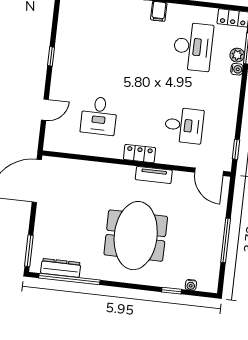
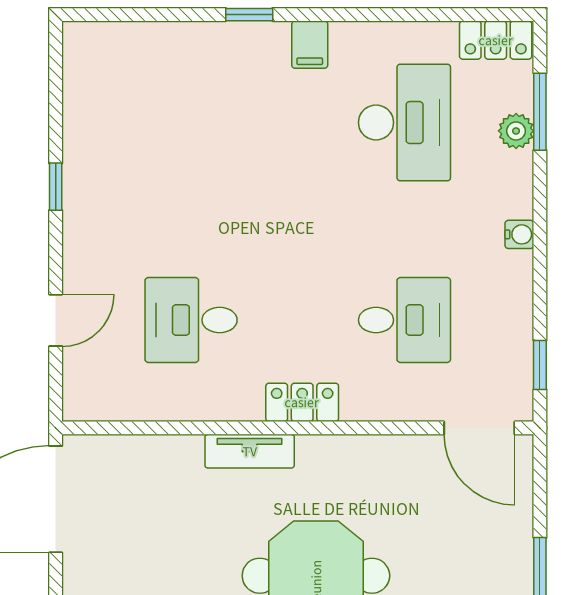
water cooler: (237, 69) -> (519, 234), moved
desk: (99, 116) -> (191, 320), turned 90
tv unit: (154, 175) -> (250, 451), moved

